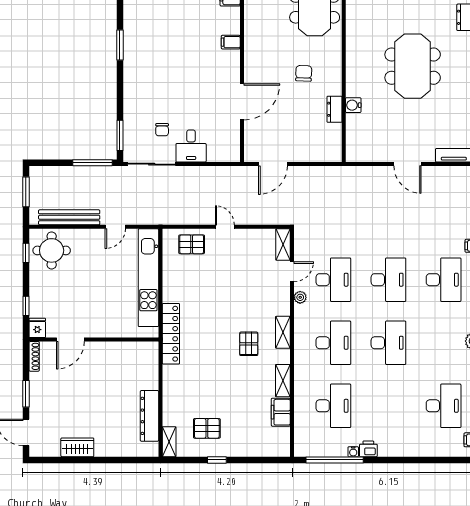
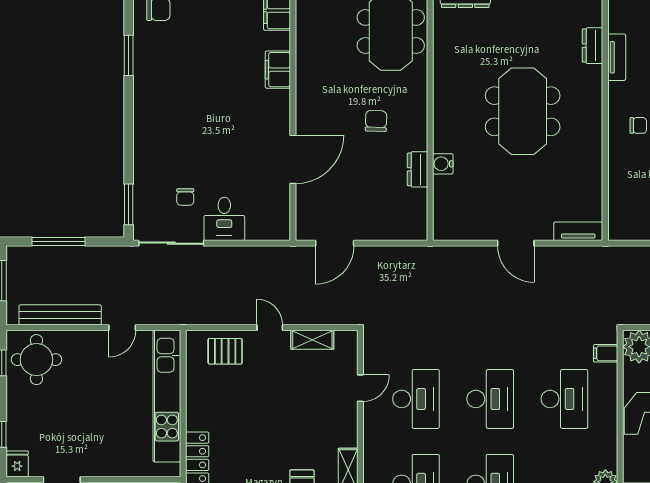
filing cabinet: (231, 42) -> (278, 70), width x2.00
window: (120, 45) -> (129, 55), moved
window: (93, 163) -> (59, 242), moved
shelving: (283, 245) -> (312, 340), moved, turned 90
plant: (300, 297) -> (371, 423), removed

